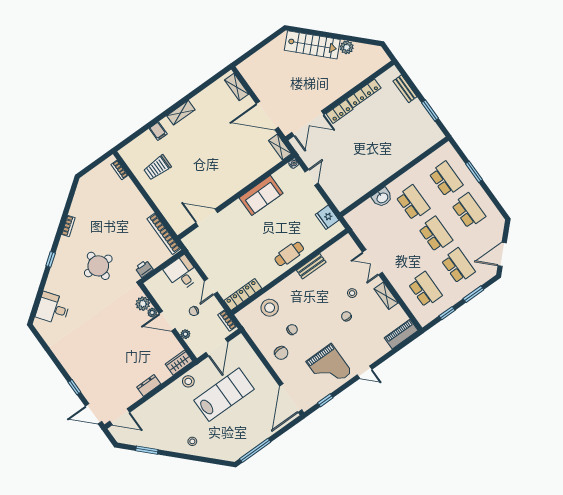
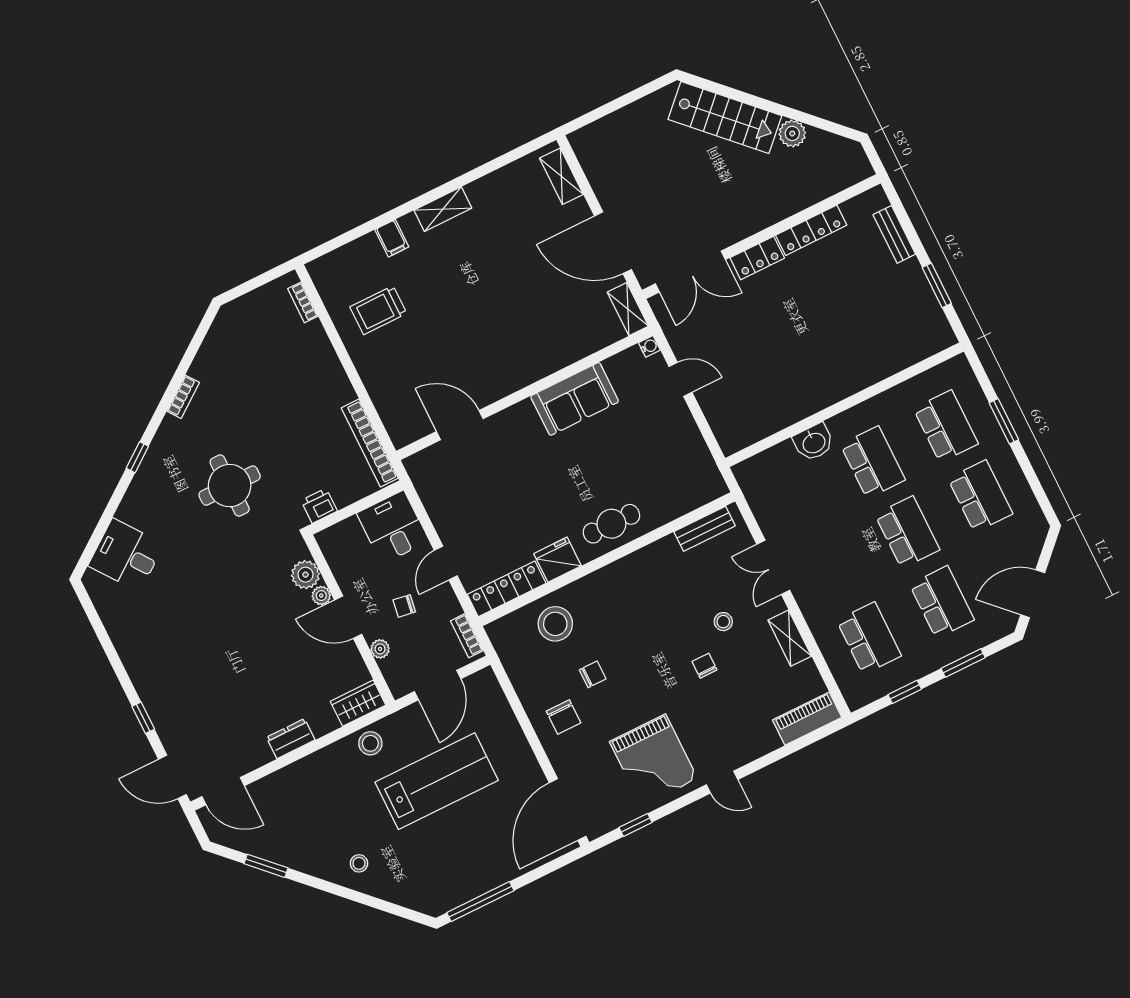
door: (312, 177) -> (680, 379), hinge flipped
fridge: (327, 217) -> (558, 560), moved, turned 90
bench: (311, 266) -> (705, 529), moved

